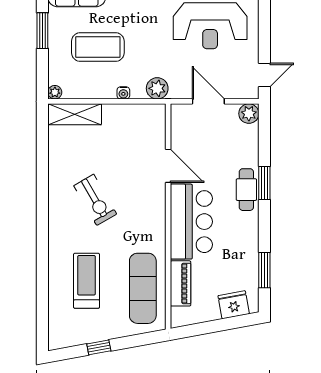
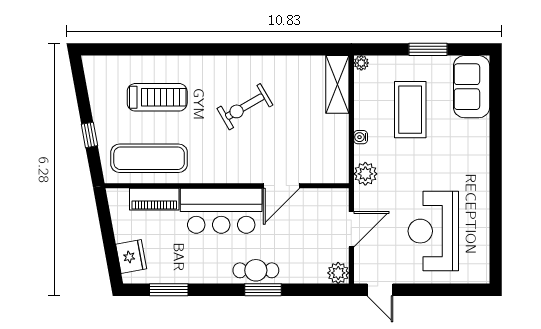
window: (99, 347) -> (89, 135), moved

